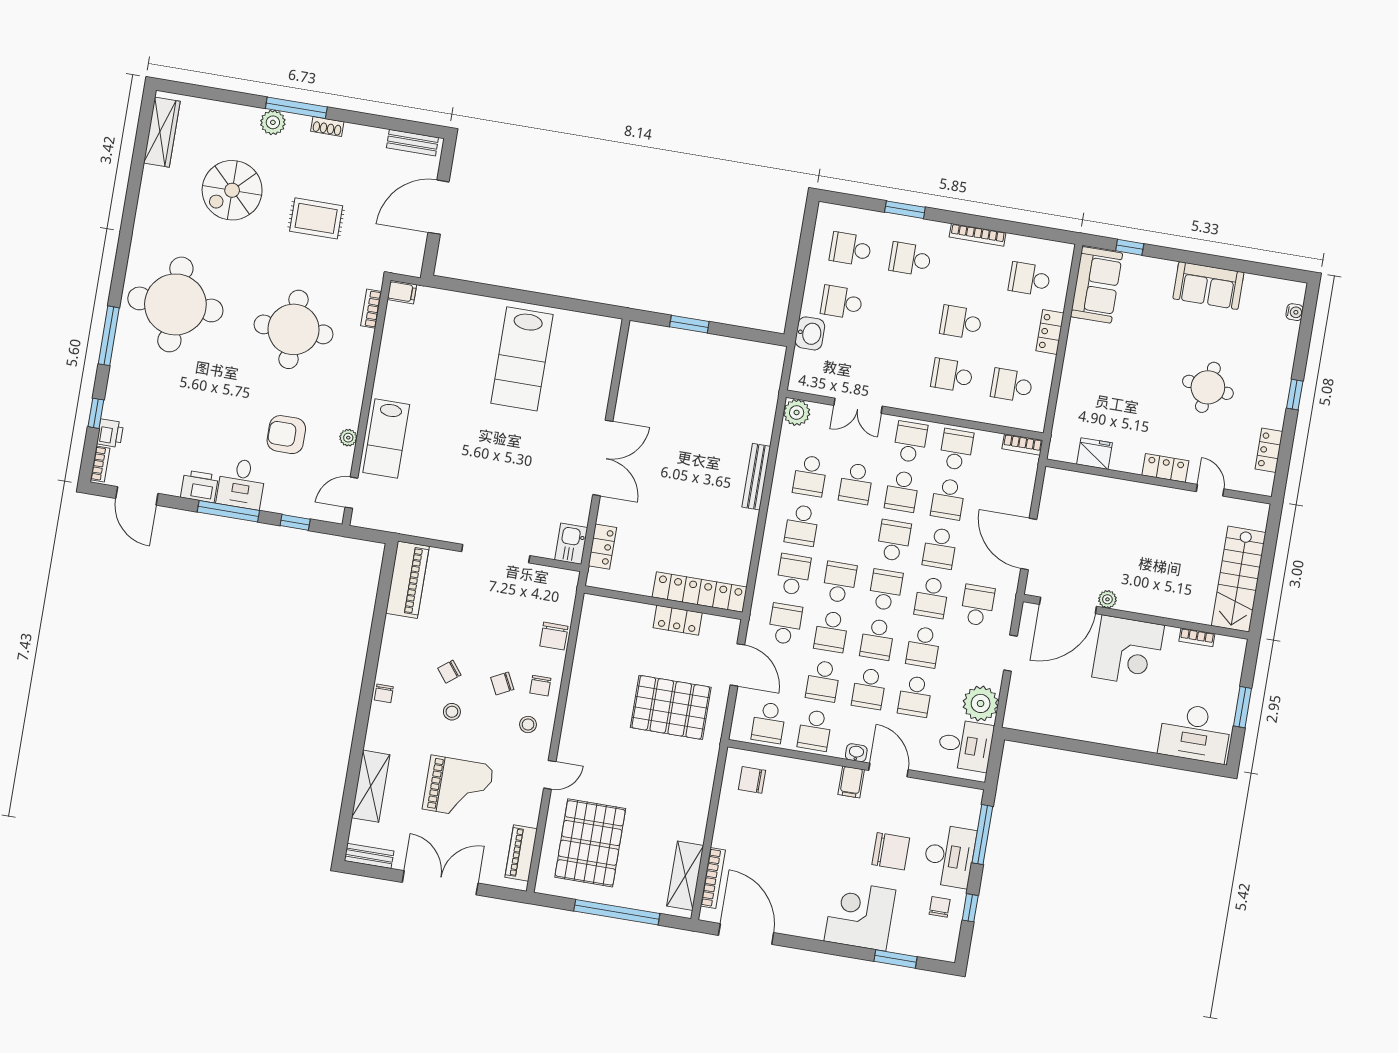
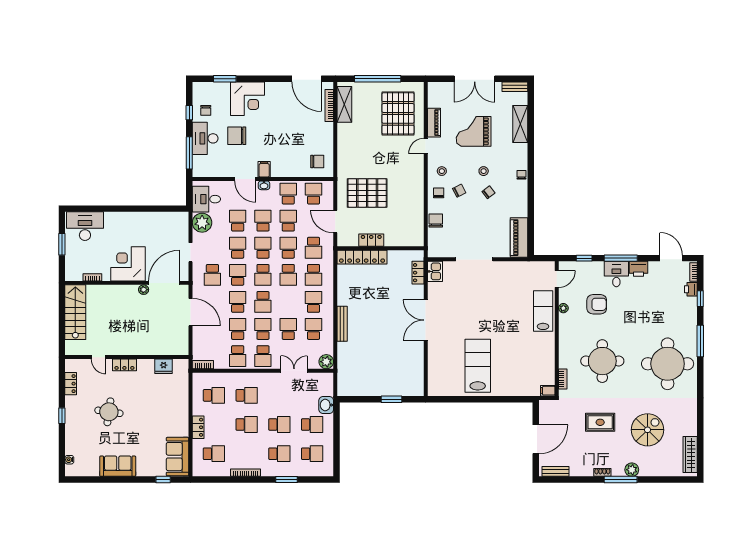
school desk: (901, 312) -> (279, 425), added
piano: (521, 853) -> (434, 123), moved

